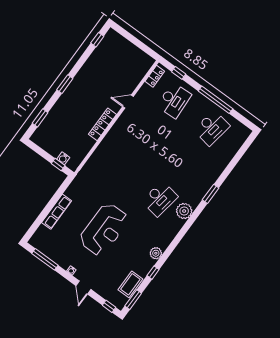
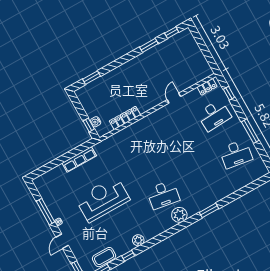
window: (65, 84) -> (149, 45), moved
window: (215, 100) -> (250, 131), width x0.68
door: (128, 102) -> (174, 98), hinge flipped
locker: (103, 124) -> (125, 118), moved
row of seats: (57, 212) -> (79, 159), moved
reception desk: (104, 229) -> (103, 199), turned 180
window: (45, 259) -> (46, 212), moved

